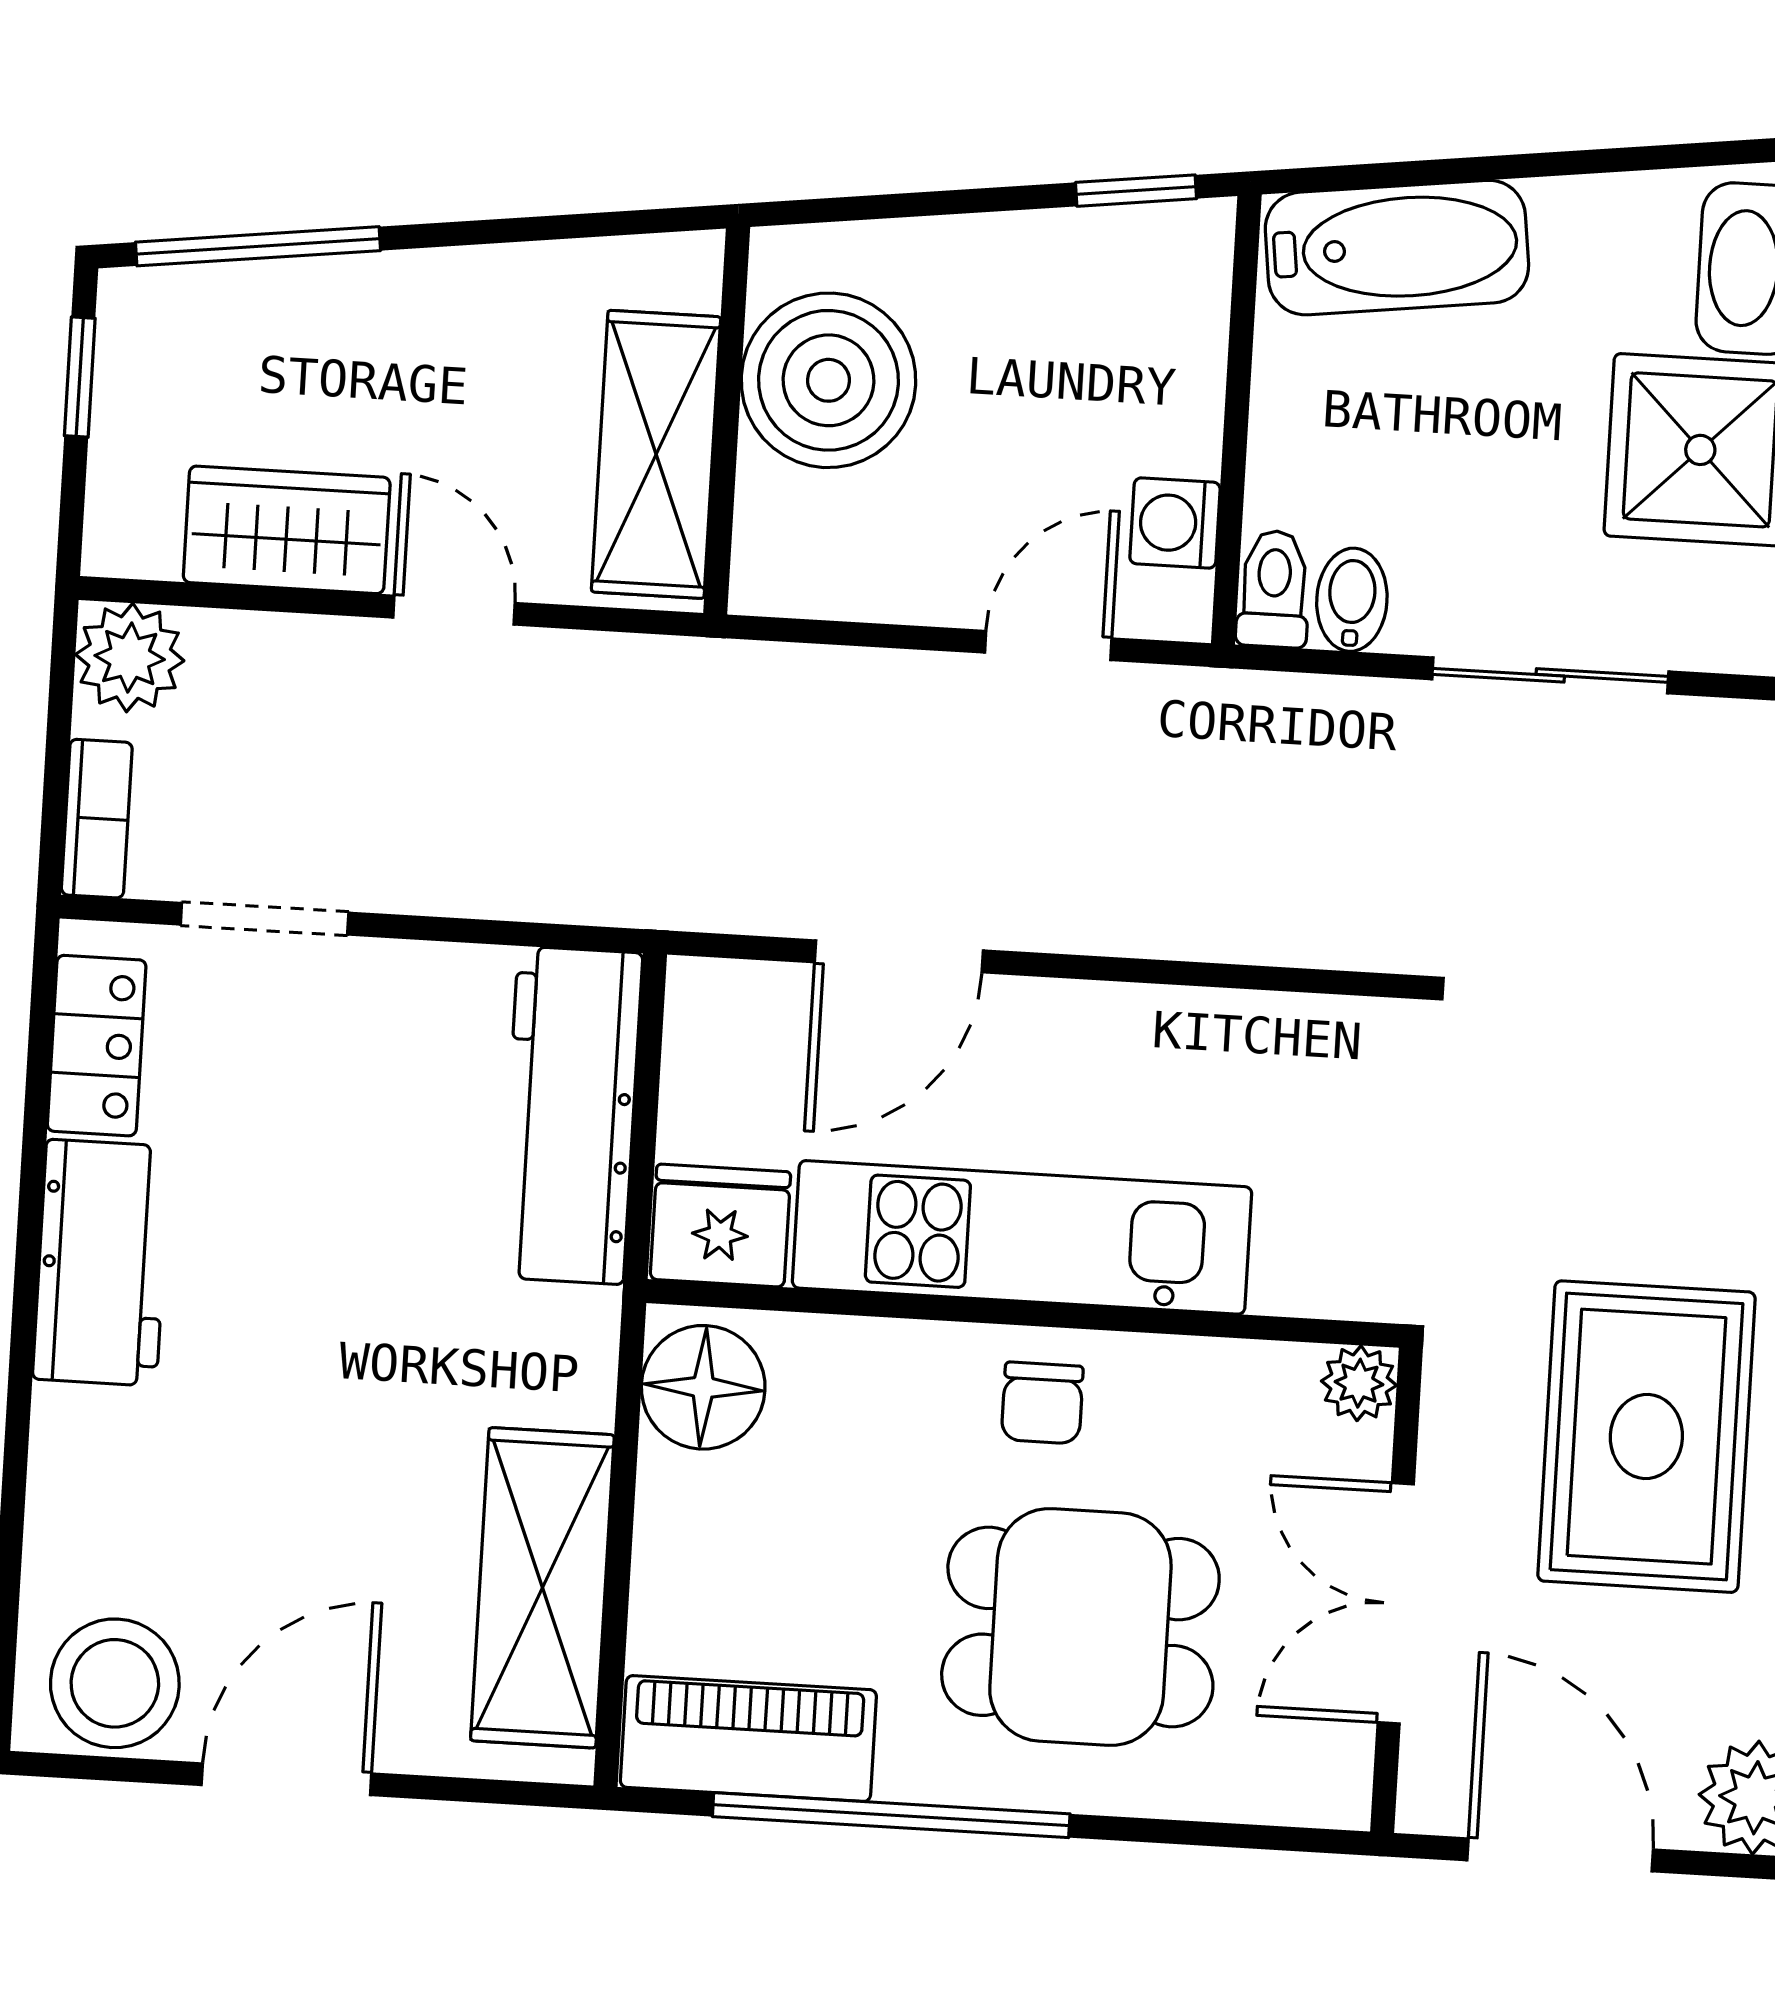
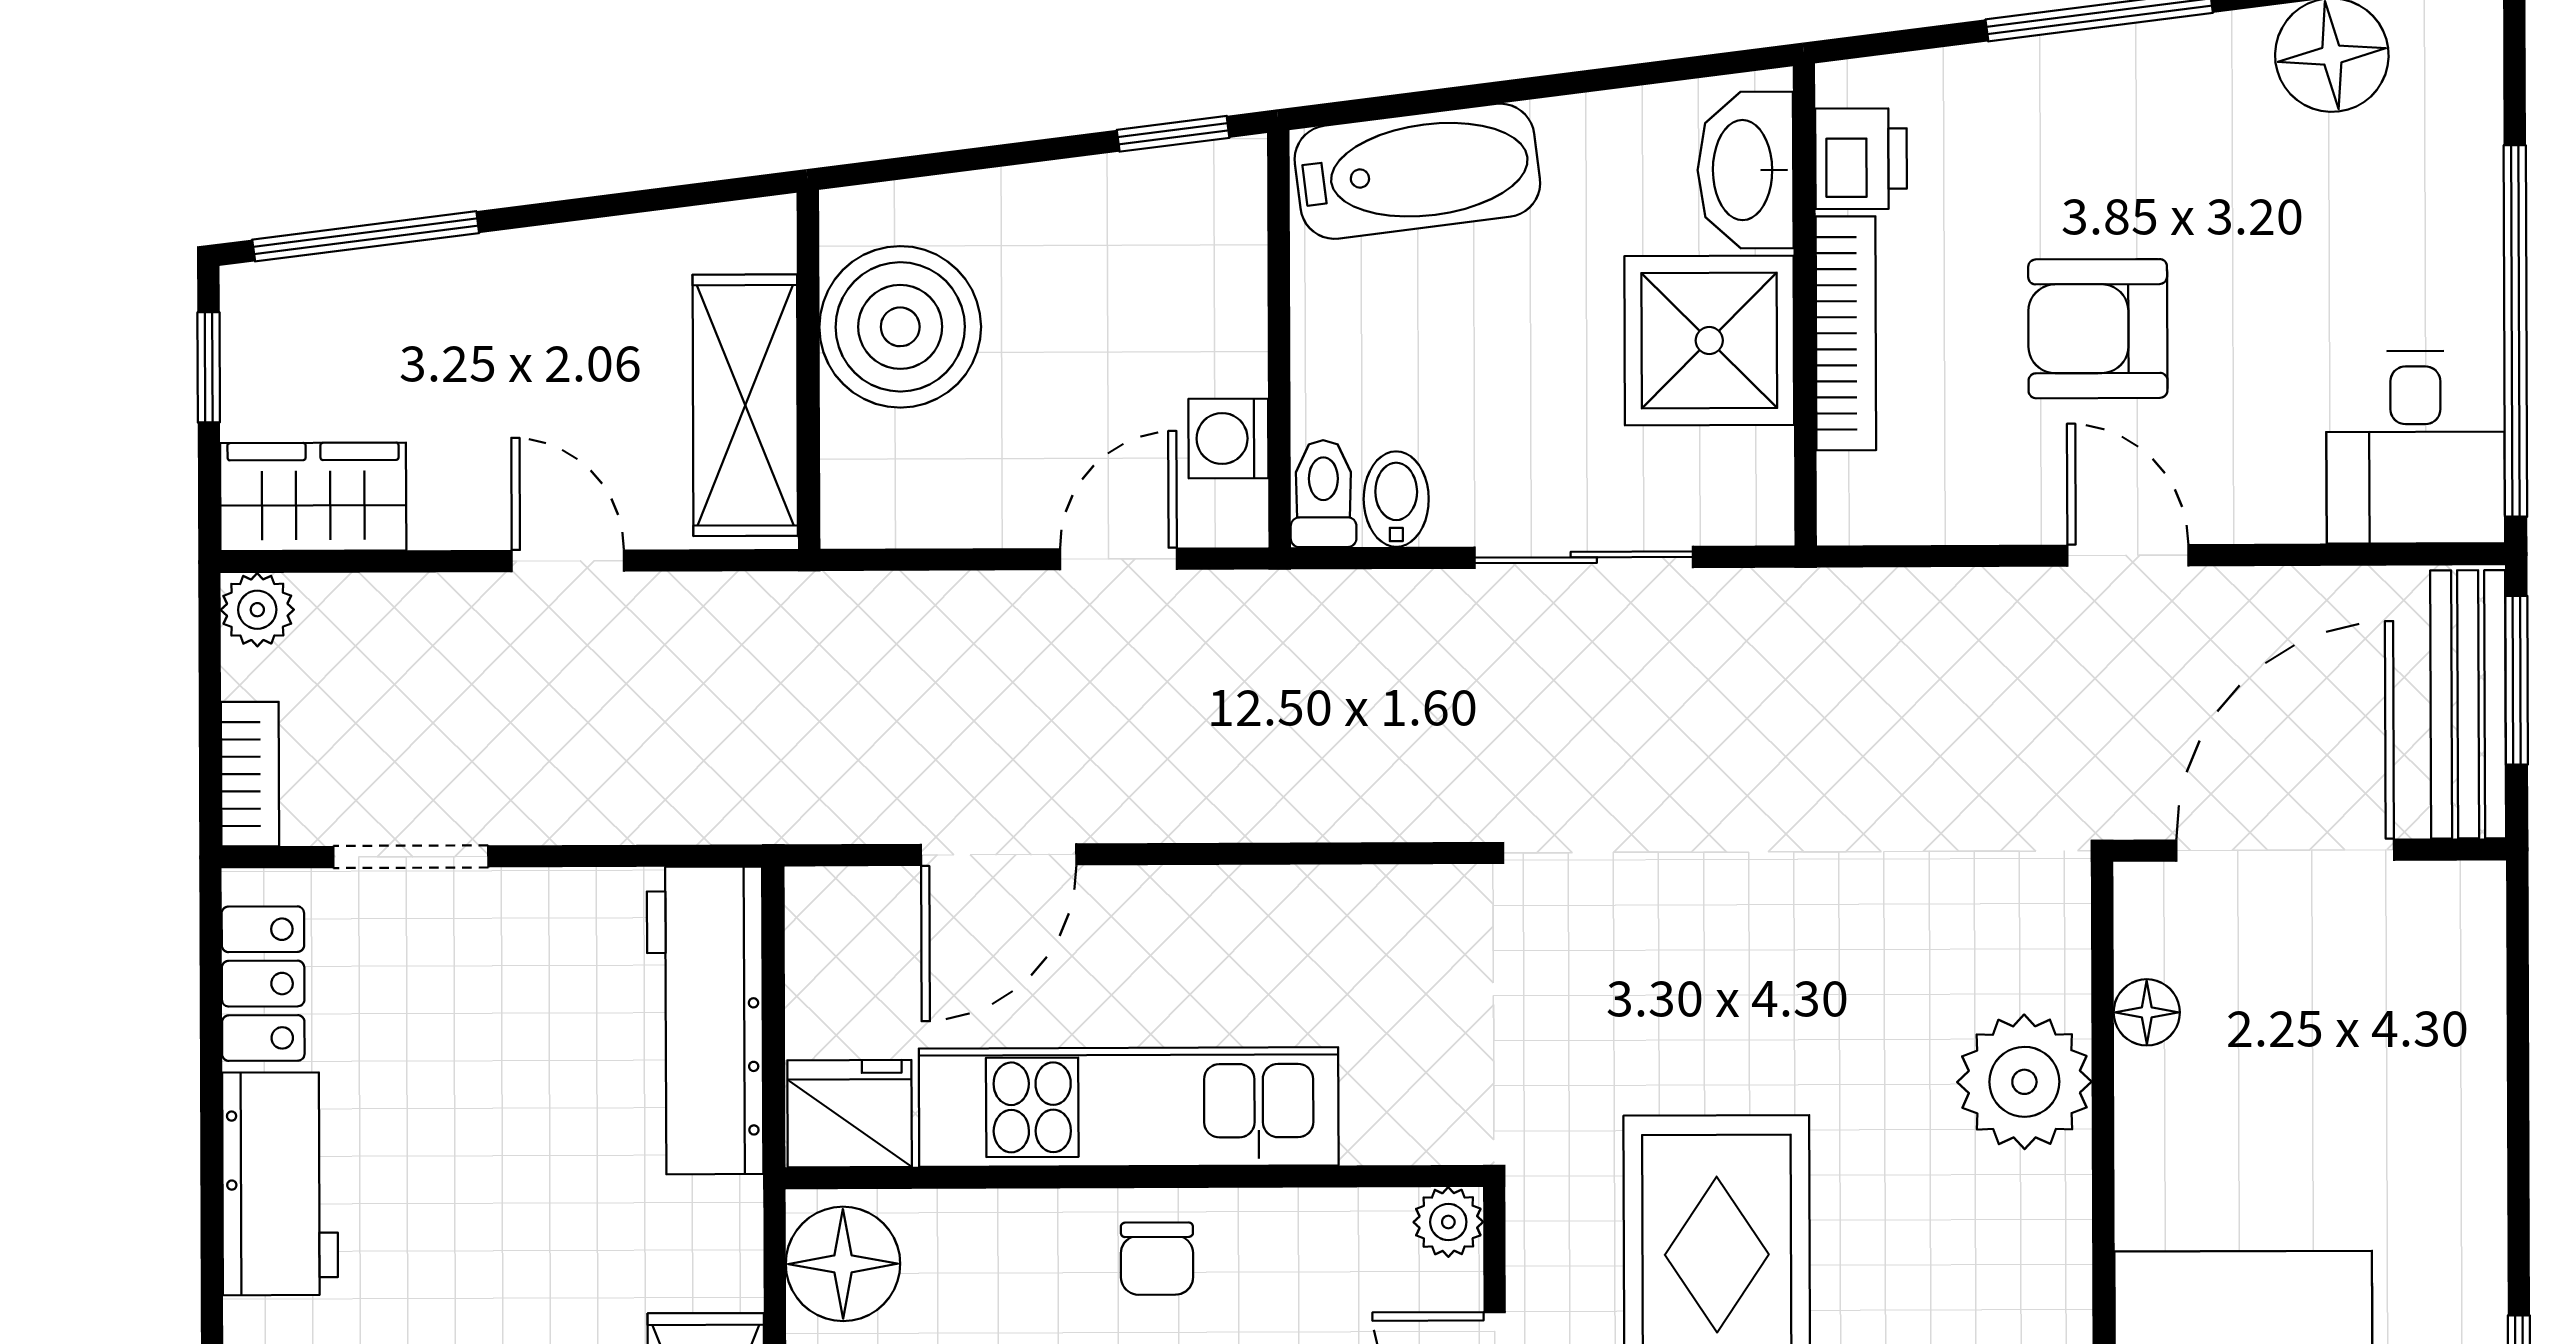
wardrobe: (287, 530) -> (313, 497), moved
plant: (130, 658) -> (257, 610), width x0.73, depth x0.73

